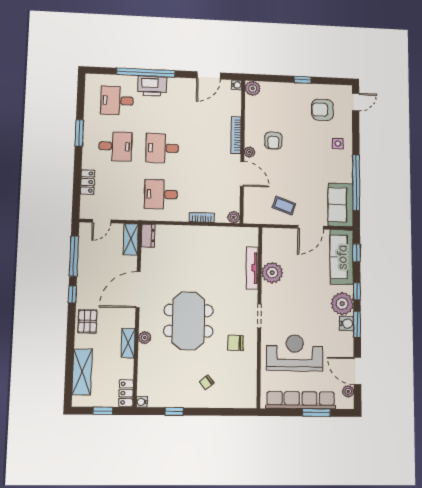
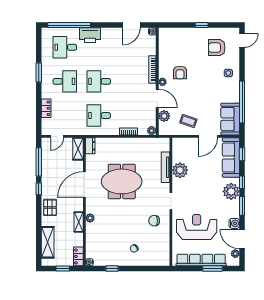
window: (146, 73) -> (69, 25), moved
plant: (253, 88) -> (164, 116), moved
meeting table: (188, 321) -> (122, 181), moved, turned 90
water cooler: (346, 324) -> (234, 223), moved

